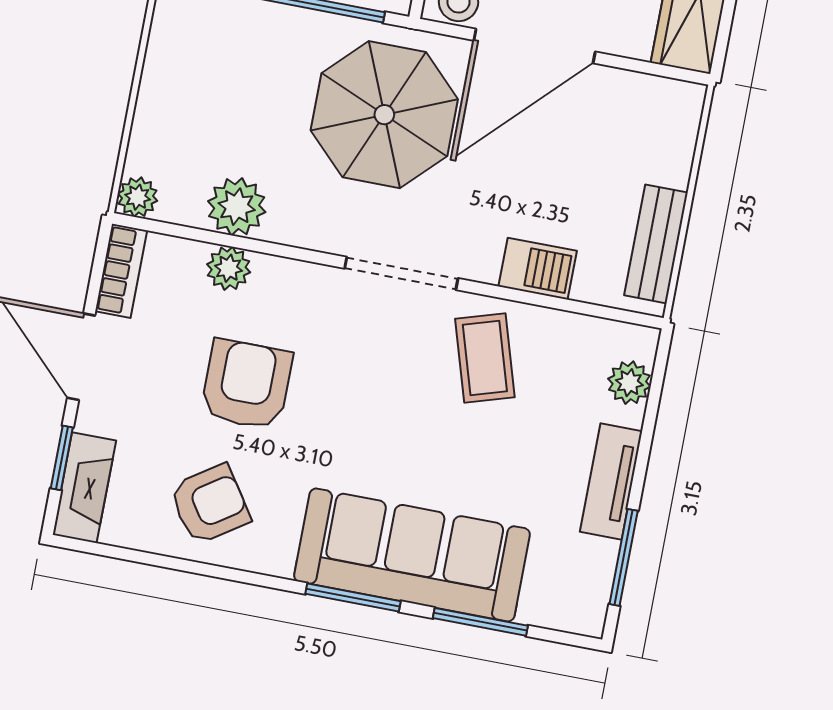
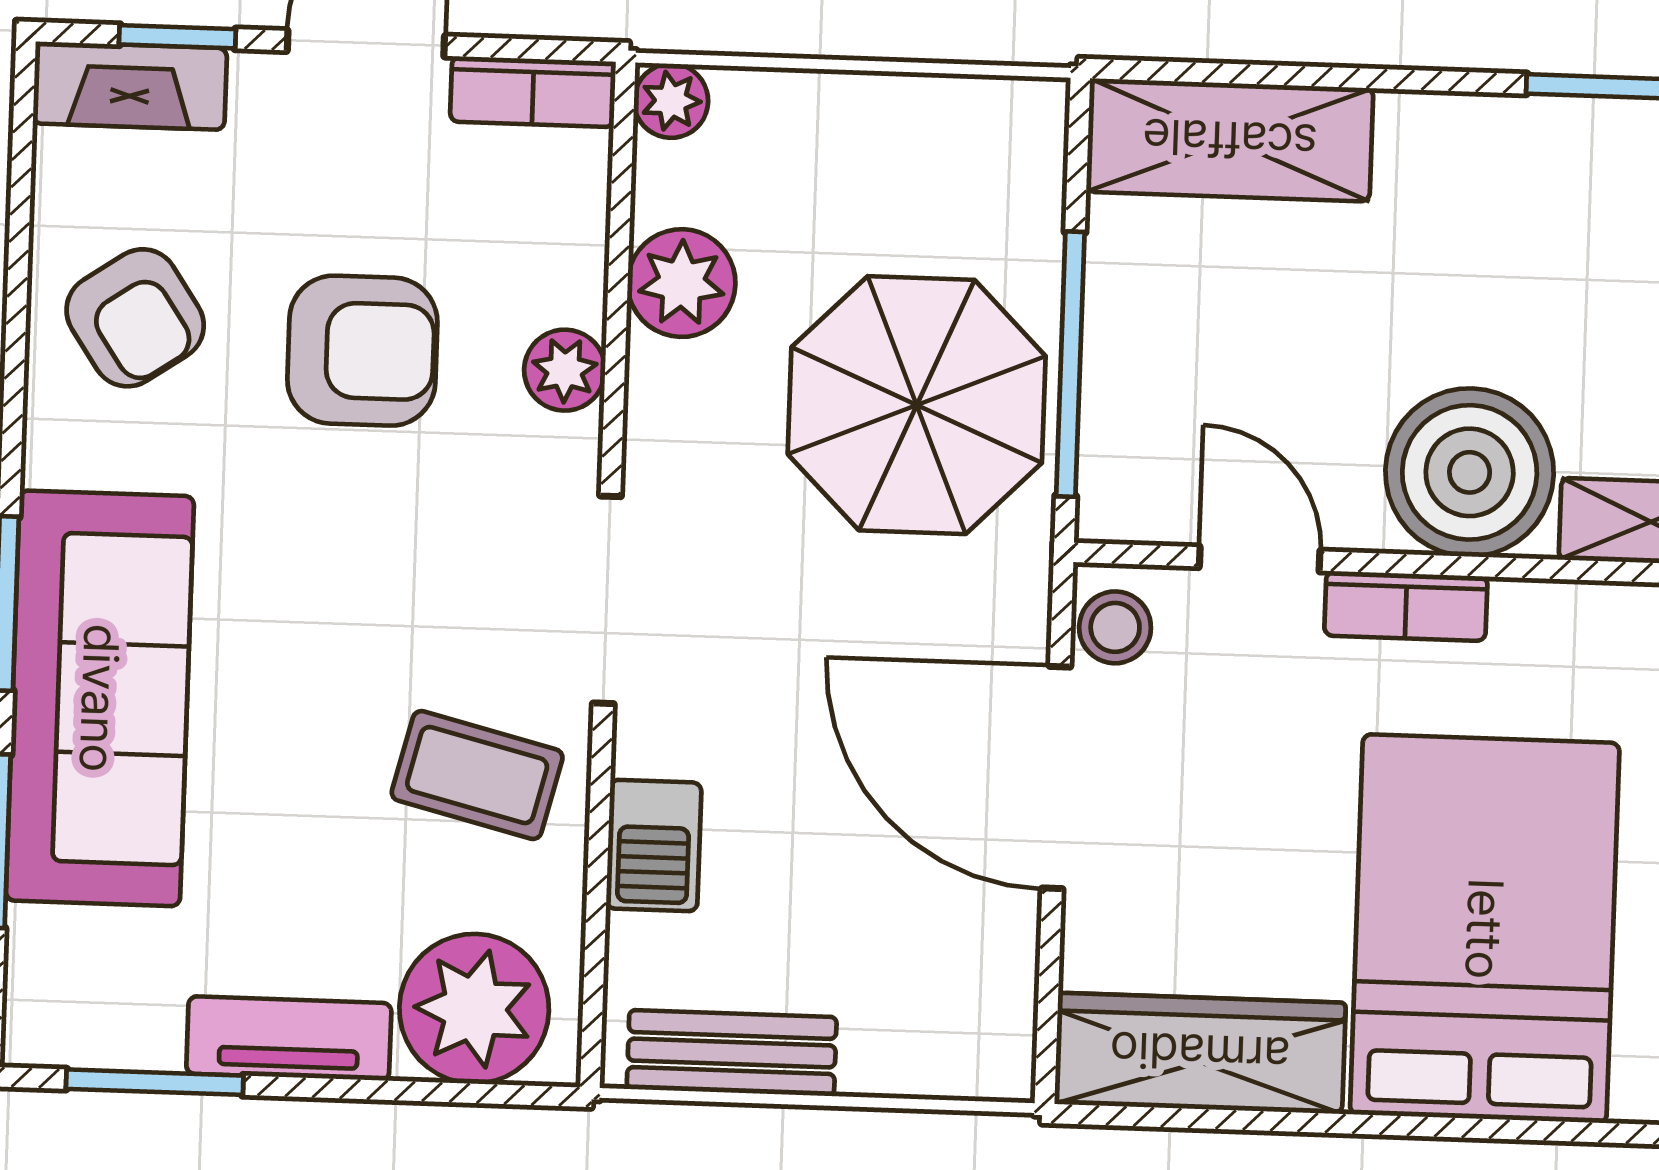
parasol: (384, 115) -> (917, 405), moved
plant: (229, 268) -> (565, 370), moved
coffee table: (485, 358) -> (477, 775), turned 31
plant: (629, 383) -> (474, 1009), width x1.88, depth x1.88

